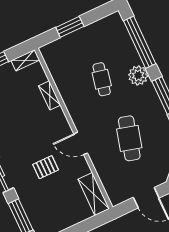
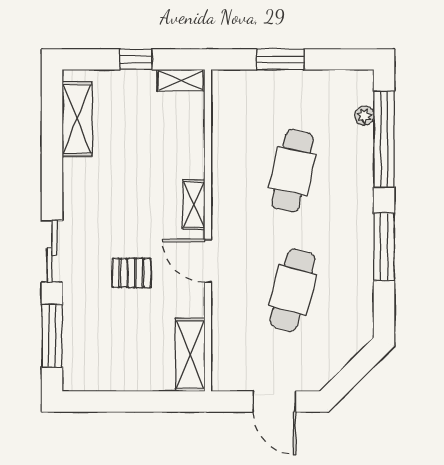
plant: (138, 75) -> (364, 116), moved, width x0.53, depth x0.53
cafe table: (102, 79) -> (292, 171), width x1.37, depth x1.35
shelving: (50, 95) -> (194, 205), moved

